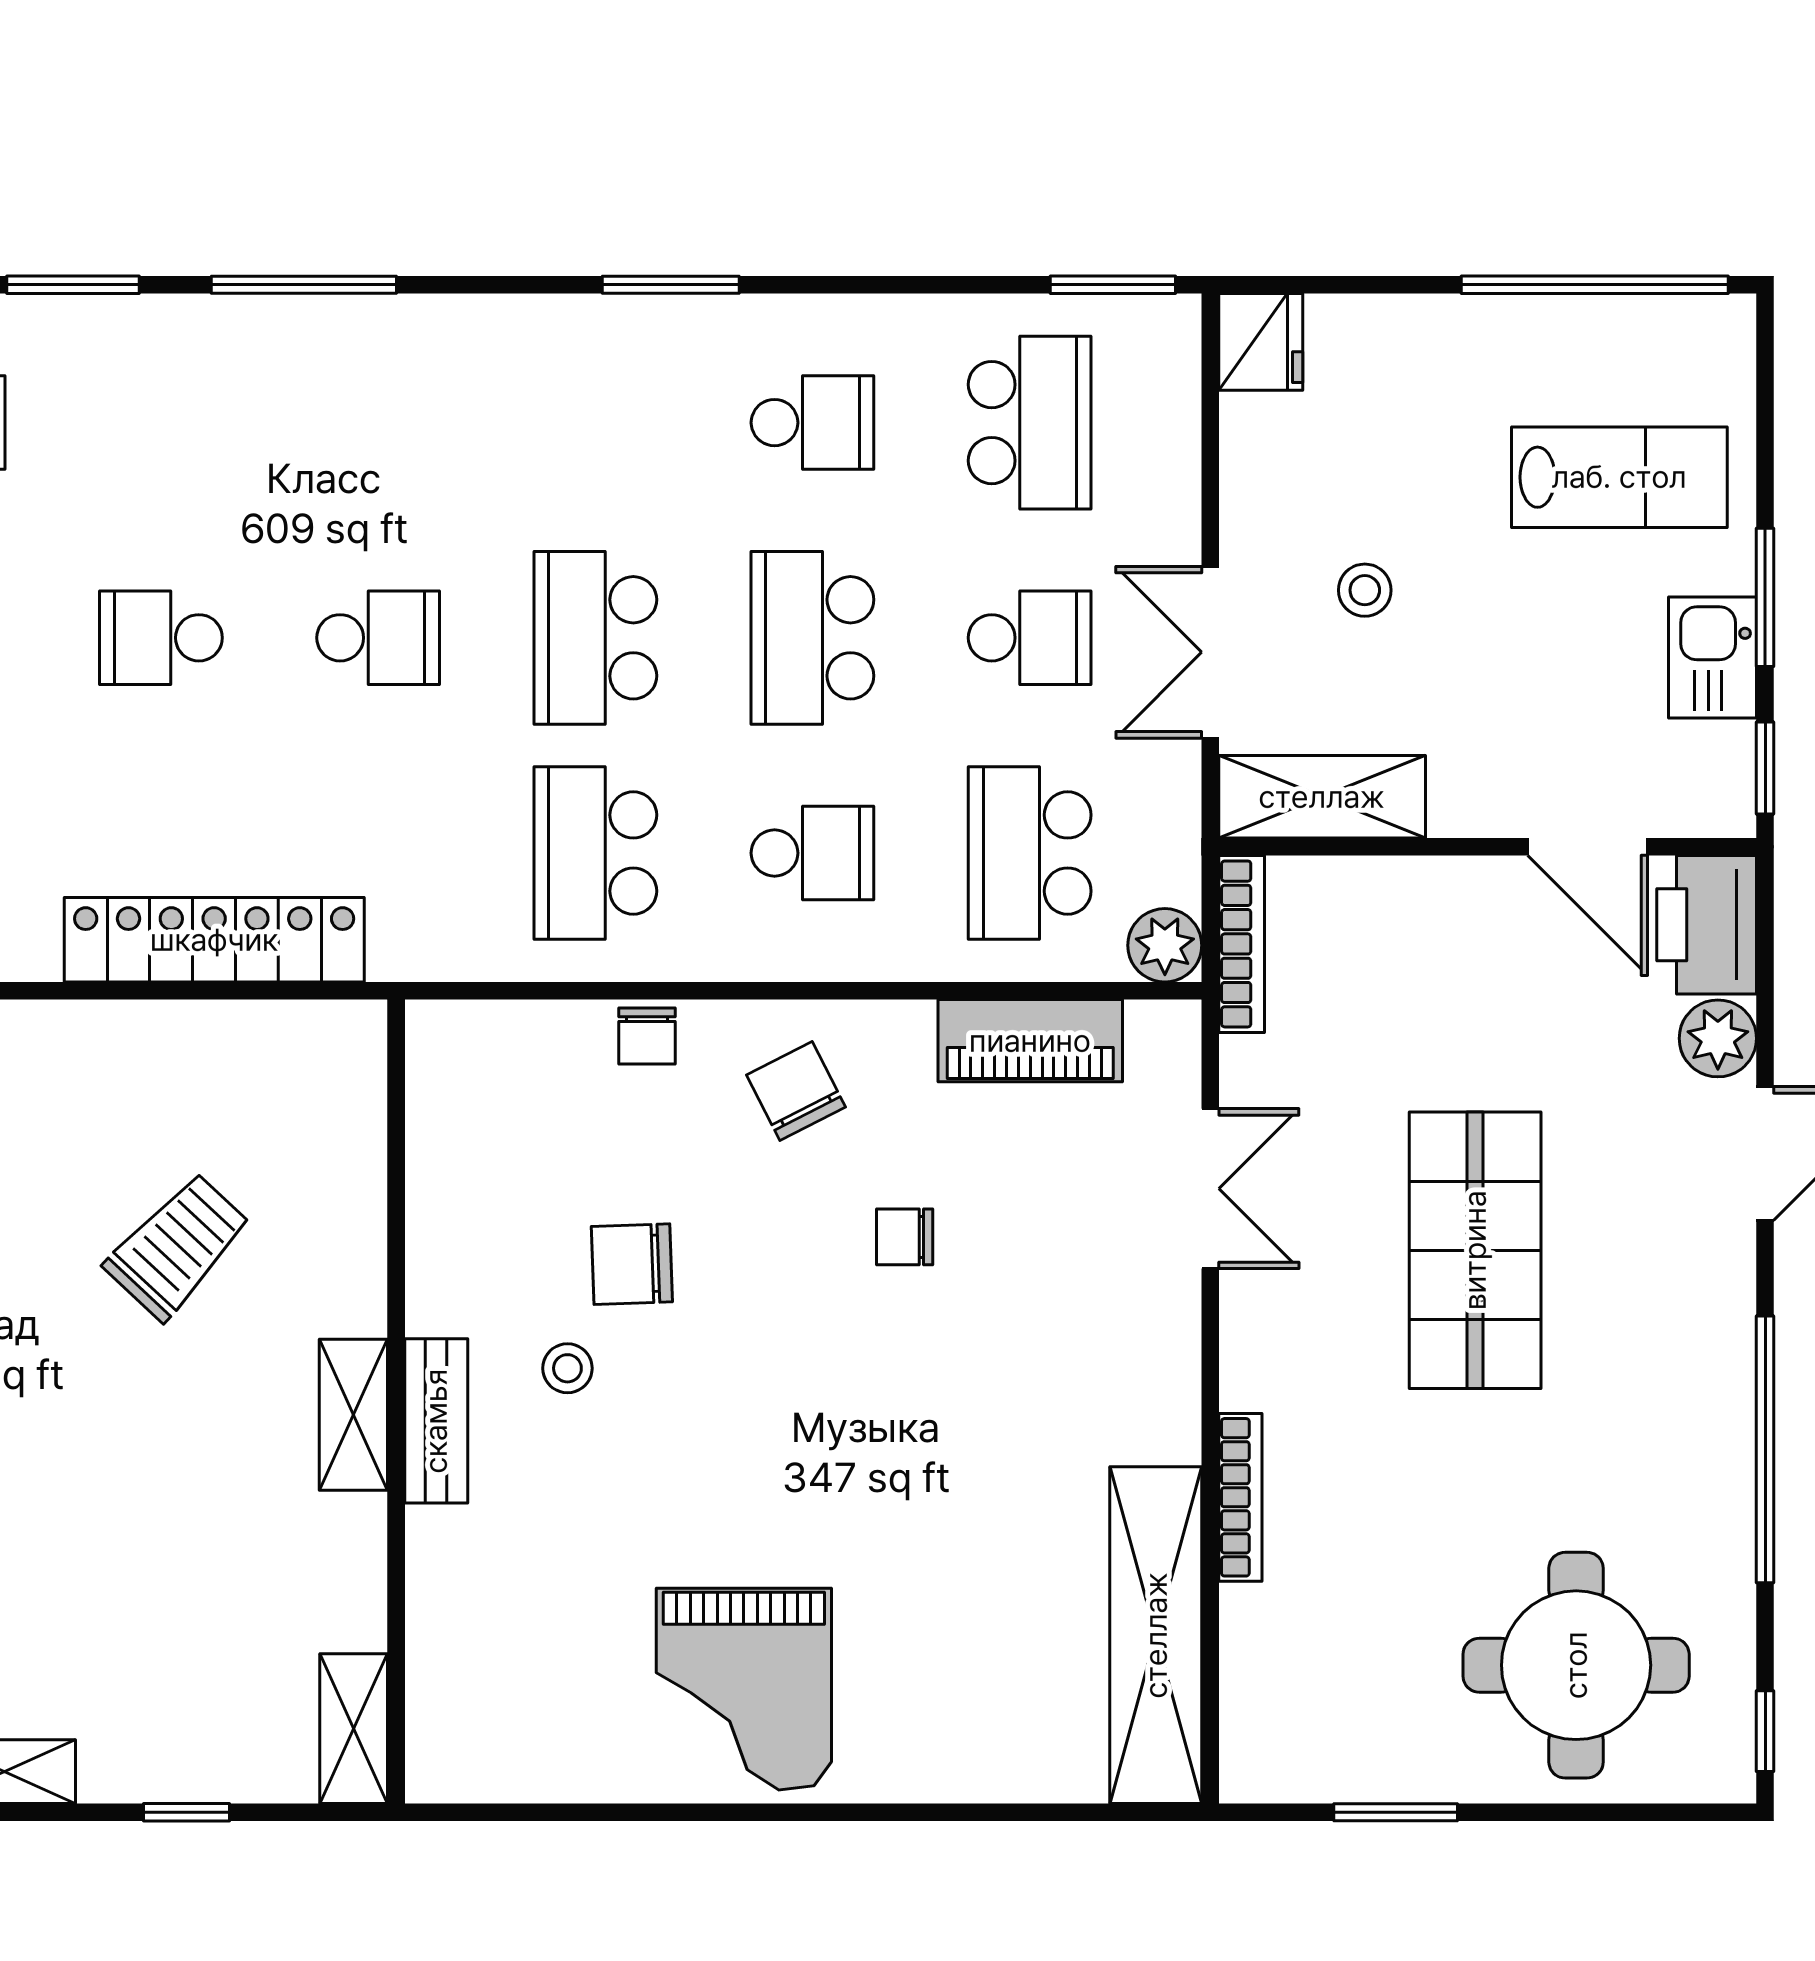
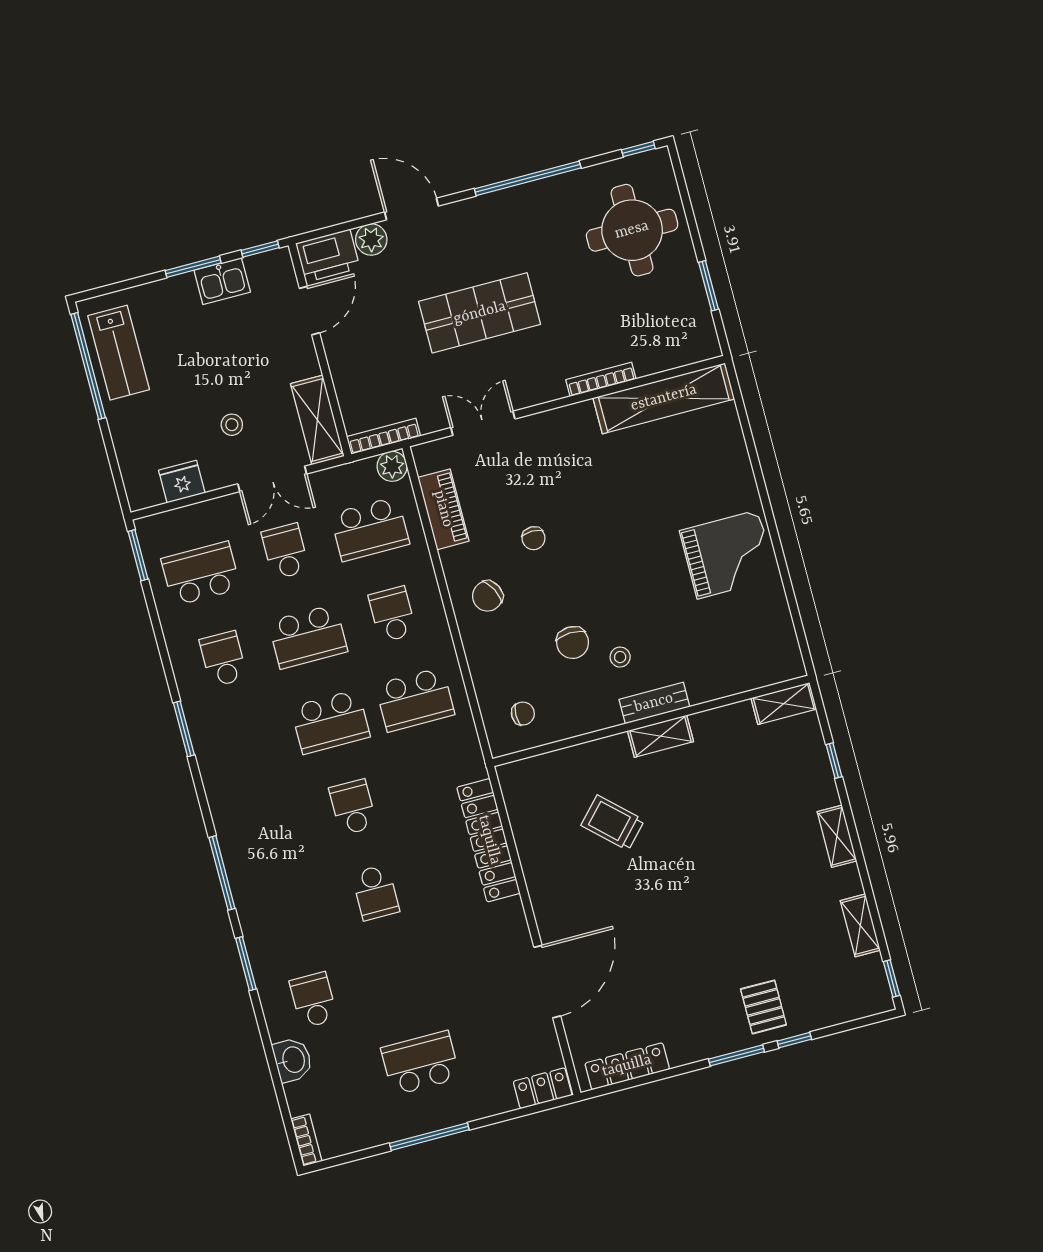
fridge: (1261, 342) -> (182, 482), moved
lab bench: (1619, 477) -> (119, 353), moved, turned 180
chair: (647, 1036) -> (523, 714), moved

